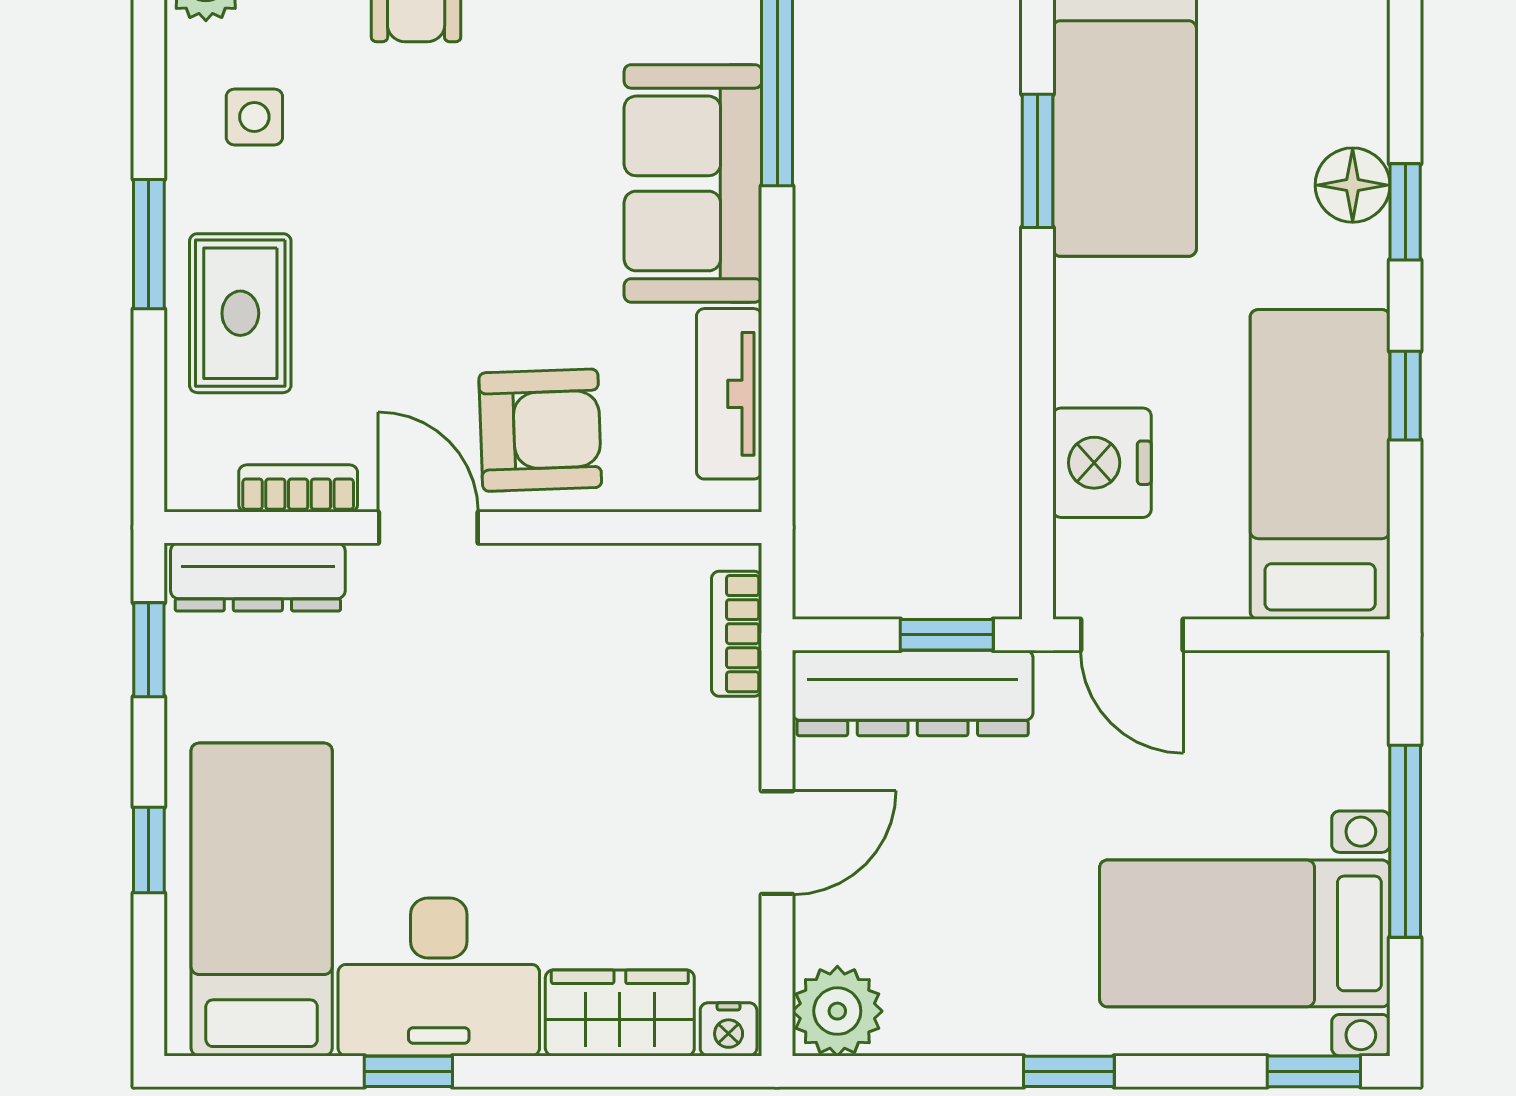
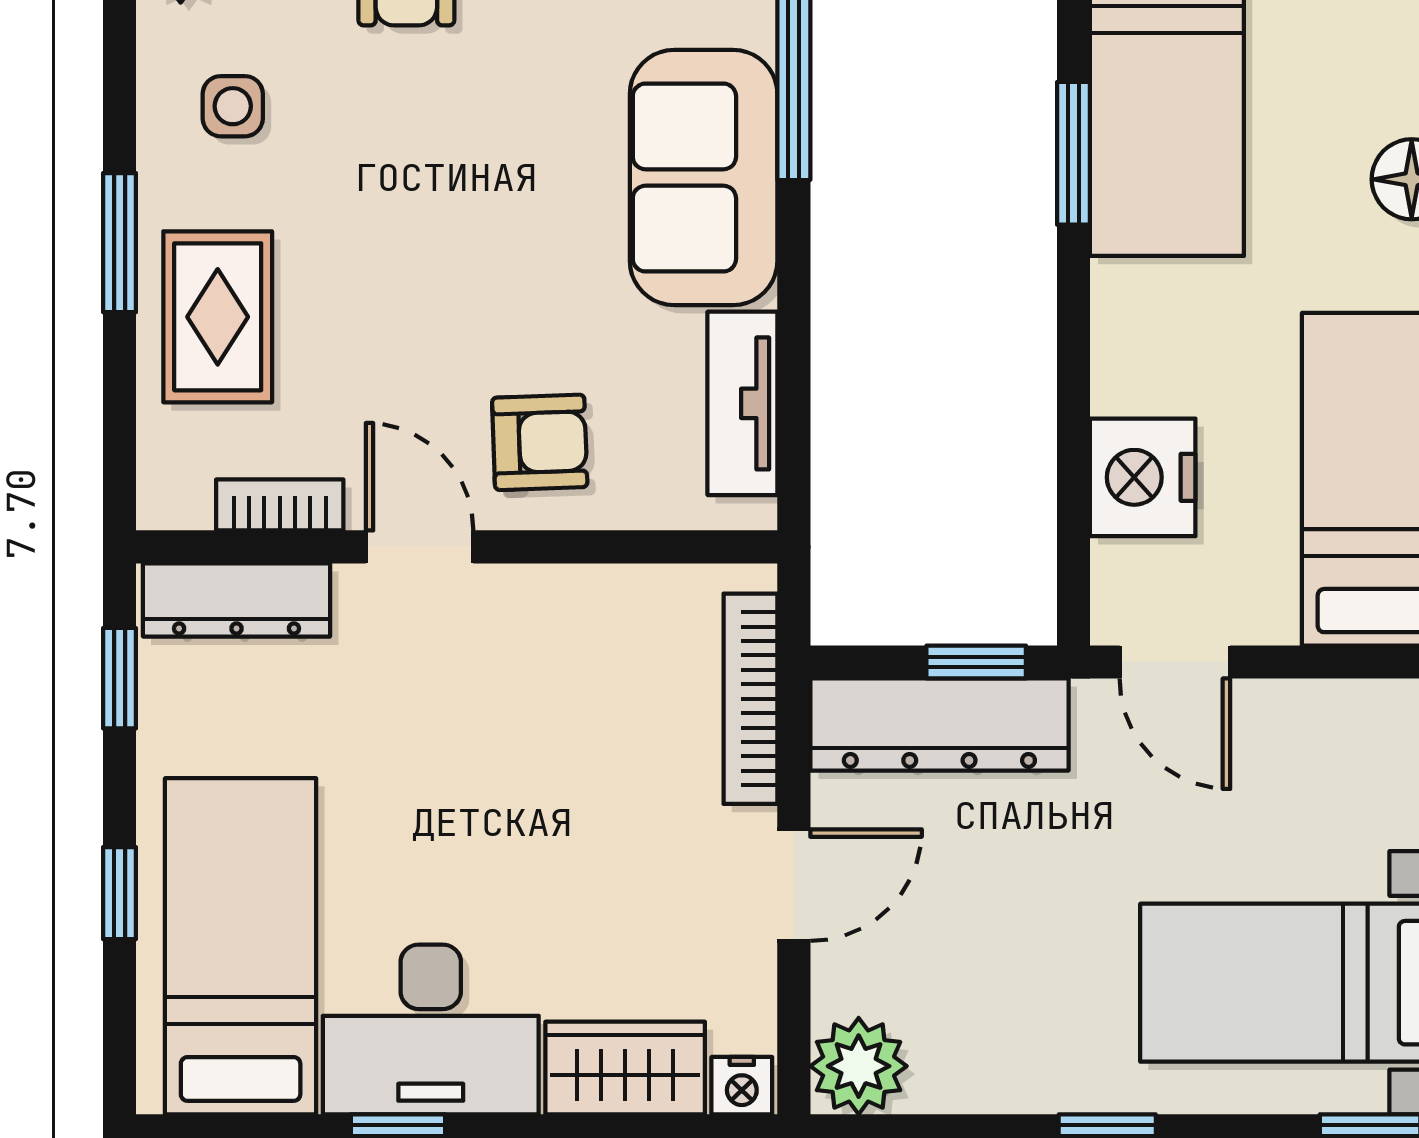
armchair: (540, 430) -> (540, 442), width x0.72, depth x0.72
bookcase: (737, 634) -> (750, 699), width x1.56

